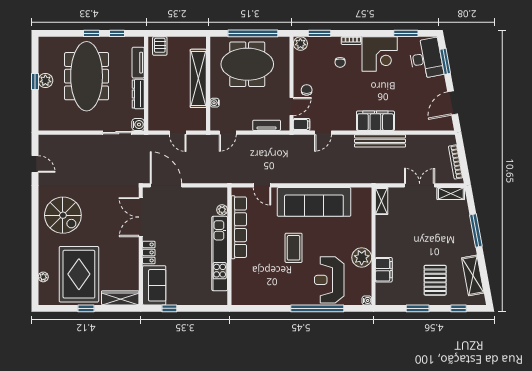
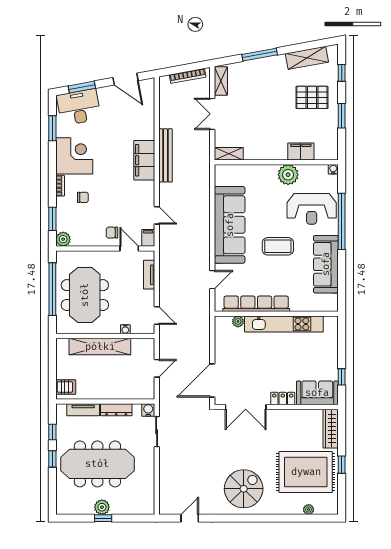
sofa: (277, 293) -> (326, 264), added

